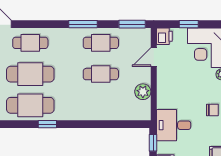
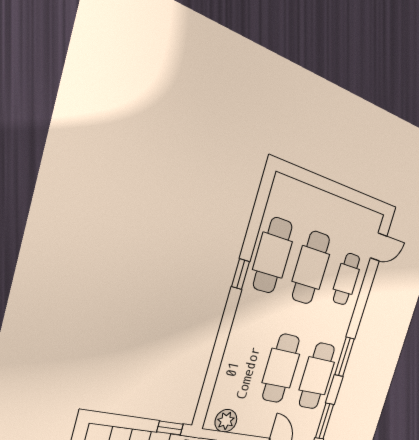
cafe table: (101, 43) -> (317, 376), width x1.37, depth x1.35
cafe table: (101, 74) -> (281, 368), width x1.37, depth x1.35
plant: (143, 92) -> (226, 421), moved

